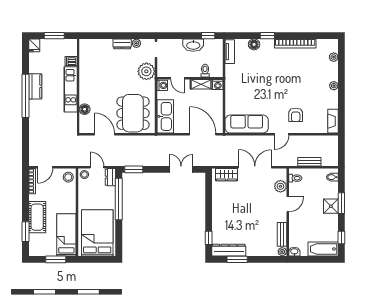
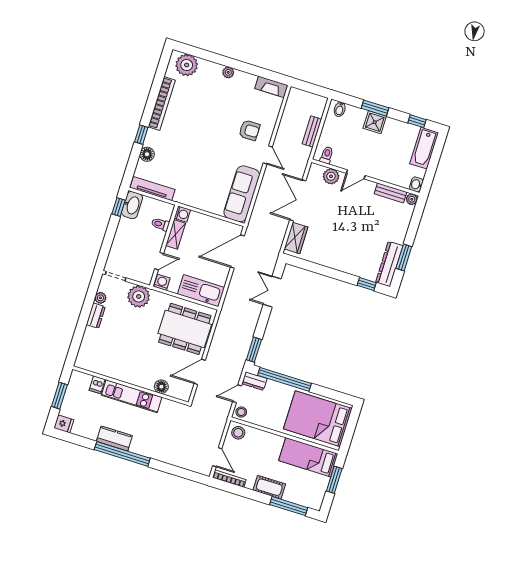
washbasin: (193, 45) -> (132, 205), moved
tv unit: (230, 52) -> (153, 189), width x1.41
plant: (334, 57) -> (187, 65), width x1.88, depth x1.88
door: (288, 204) -> (356, 174), swing flipped
cot: (37, 217) -> (269, 487), width x0.73, depth x0.75
window: (25, 232) -> (289, 506), width x1.44

